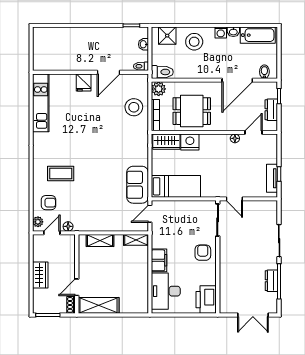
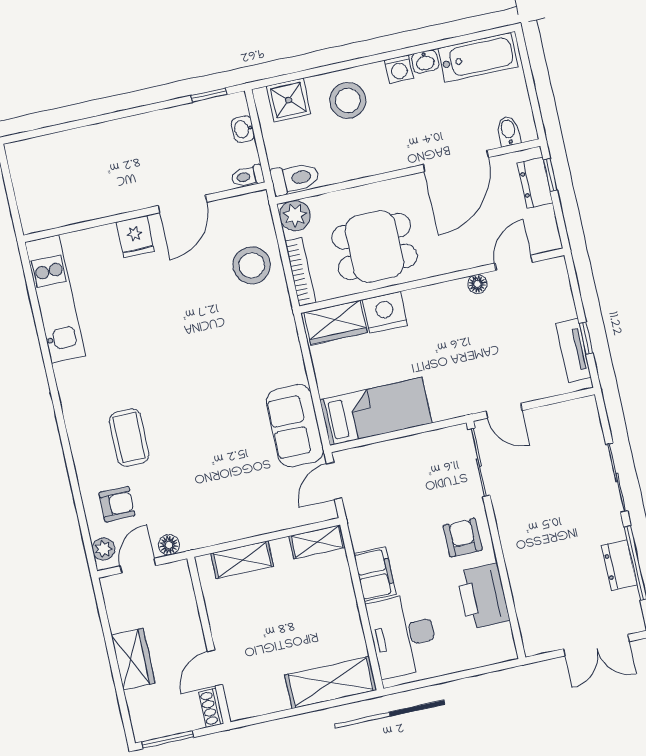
dresser: (271, 110) -> (535, 183), moved
coffee table: (61, 174) -> (129, 438), turned 90
printer: (206, 300) -> (483, 596), moved
shelving: (99, 305) -> (331, 682), moved

